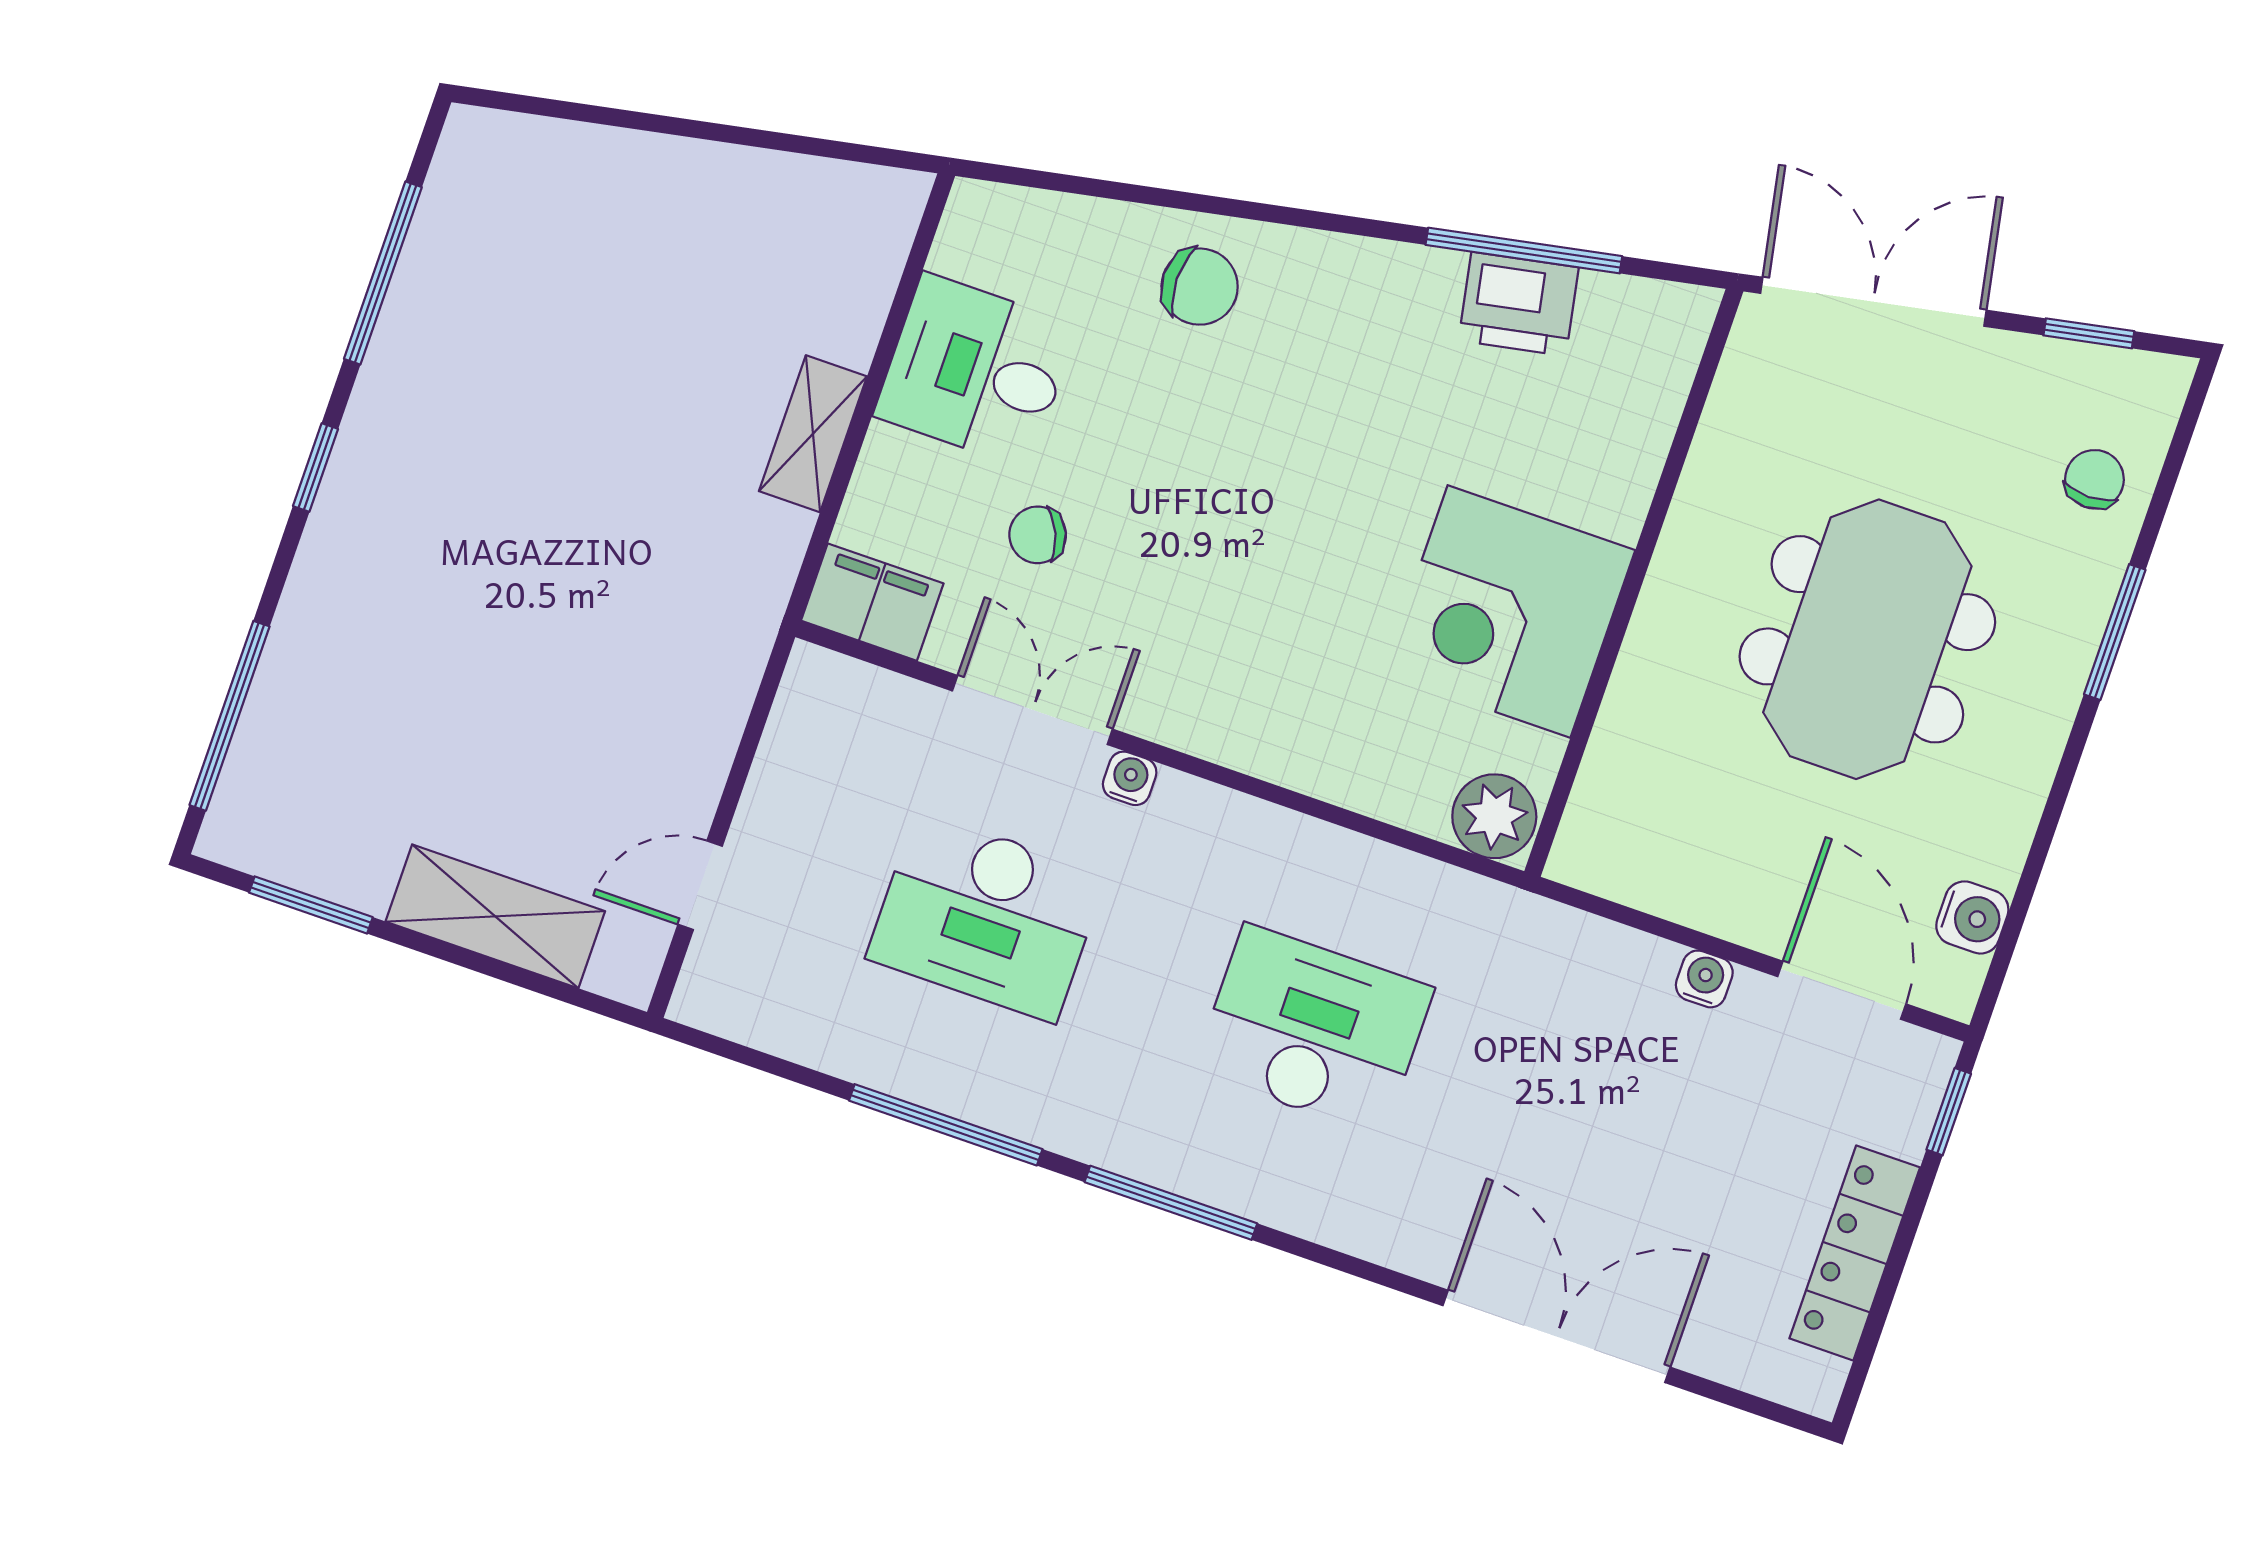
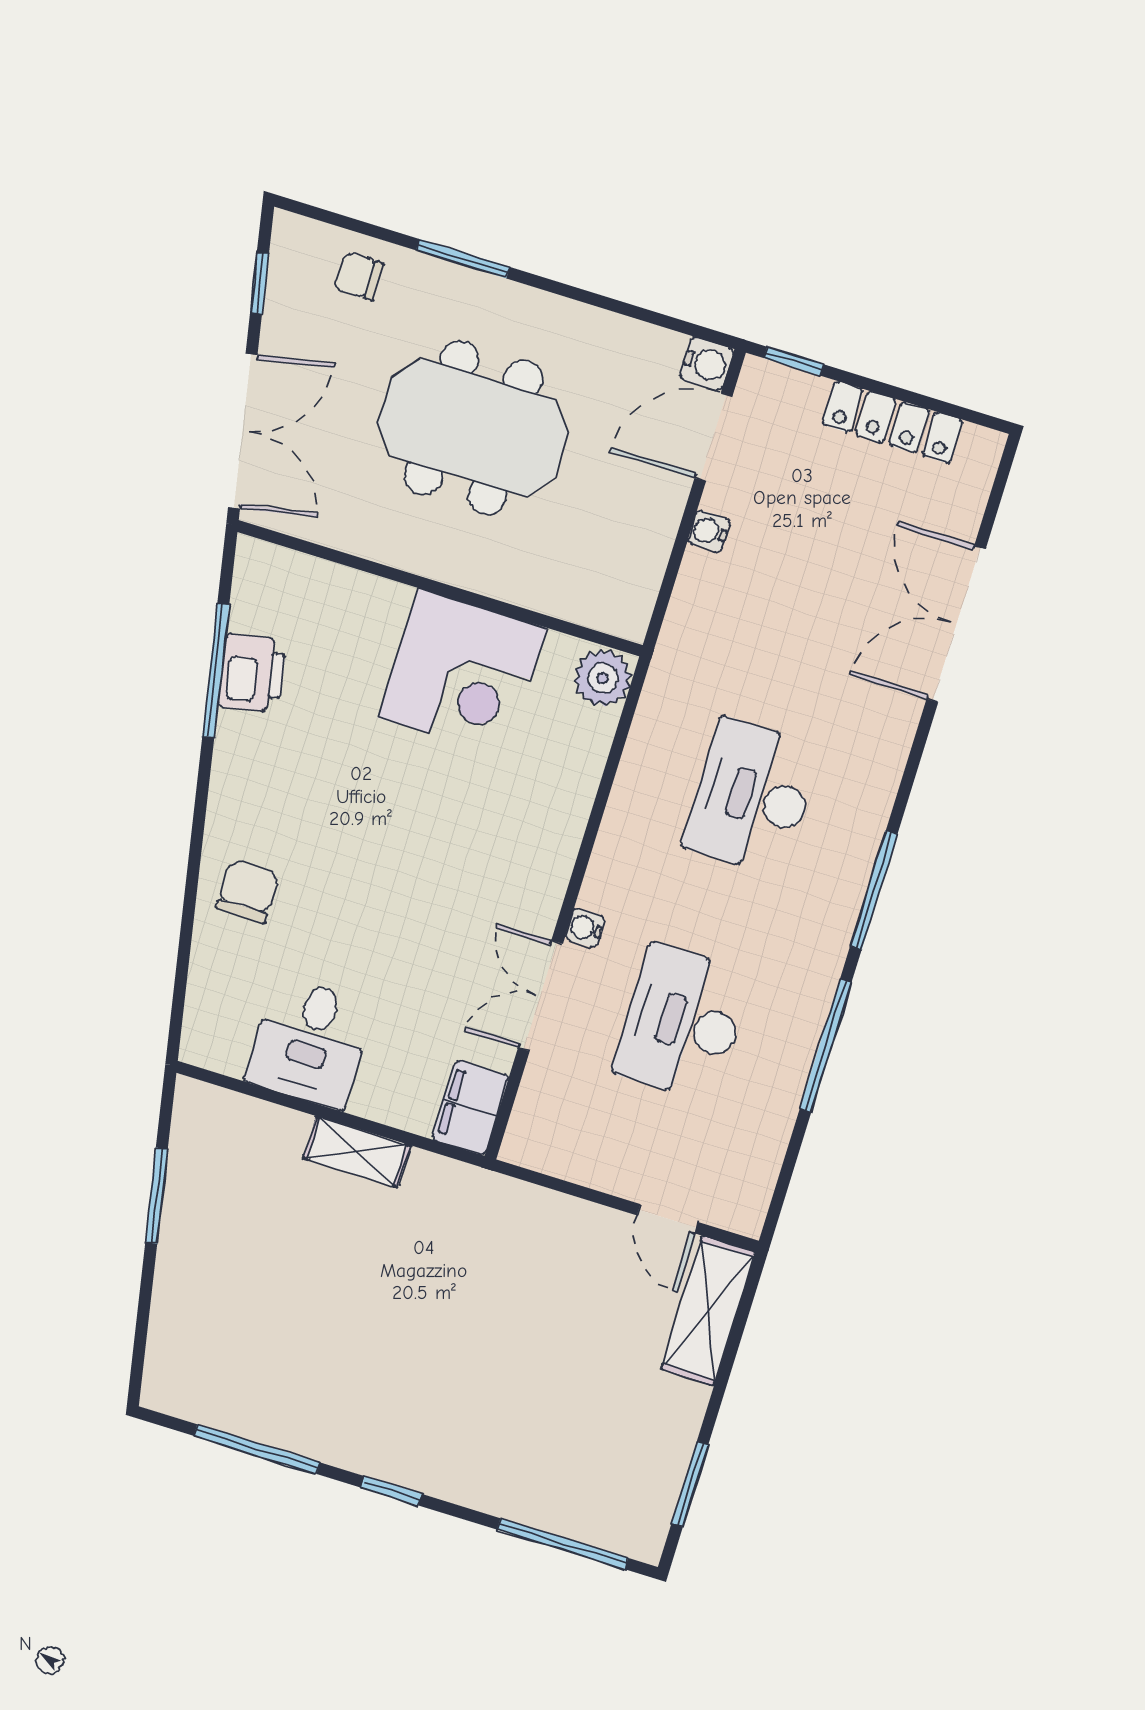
window: (759, 138) -> (156, 1196), added
double door: (1873, 302) -> (243, 431), swing flipped
chair: (1038, 535) -> (421, 996), removed
shelving: (495, 916) -> (708, 1311), moved
desk: (986, 916) -> (682, 1023), turned 180
water cooler: (1972, 917) -> (707, 364), moved, turned 90

